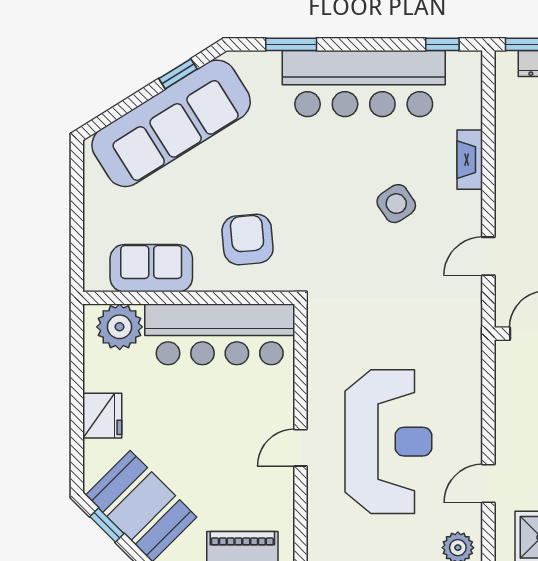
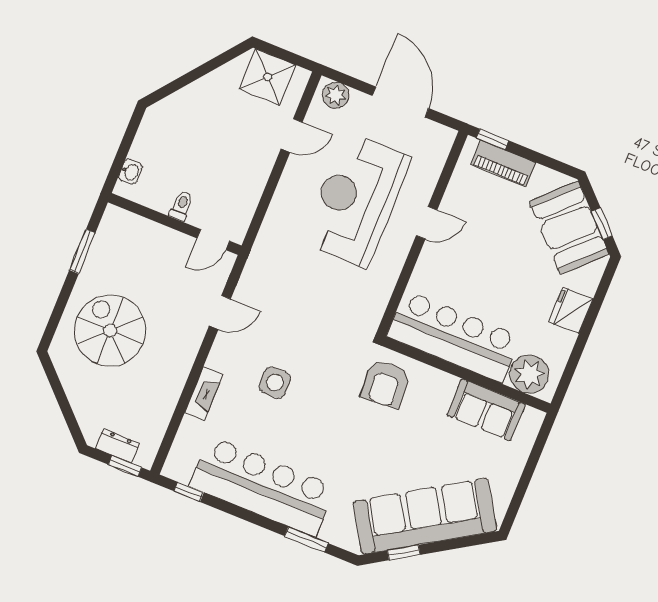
side table: (396, 204) -> (275, 383), turned 34
armchair: (248, 239) -> (385, 384), moved

